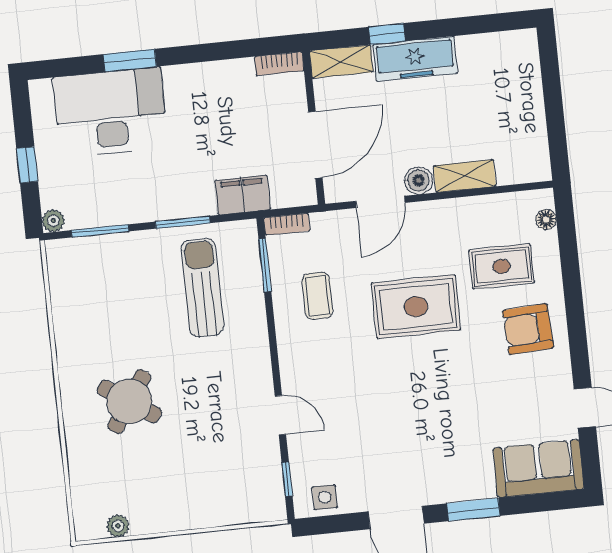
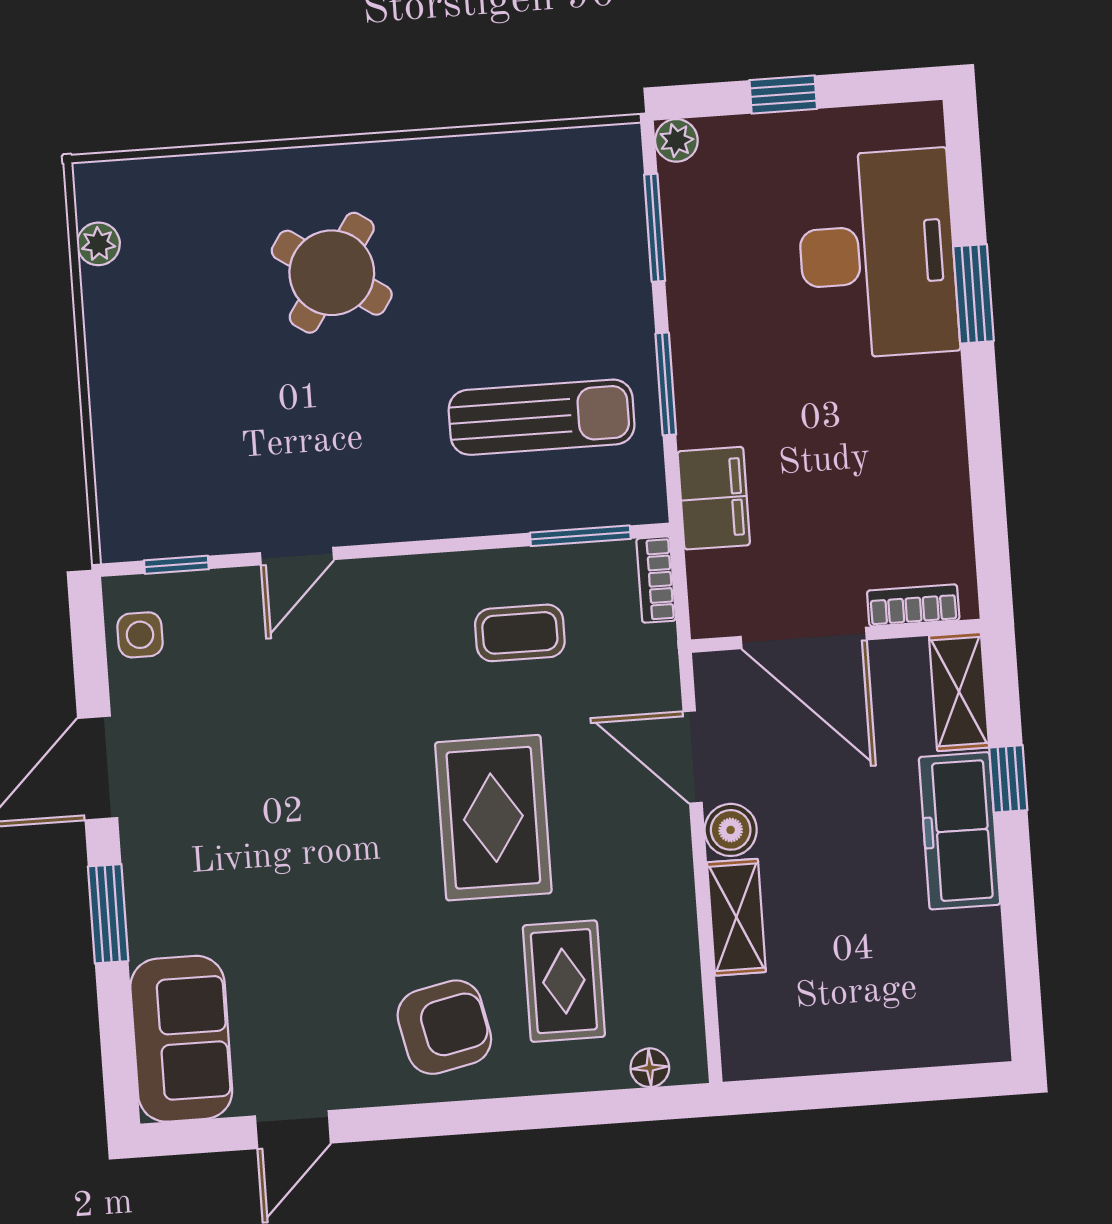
bookcase: (279, 64) -> (913, 605), moved, turned 90
armchair: (528, 329) -> (444, 1027), turned 81

